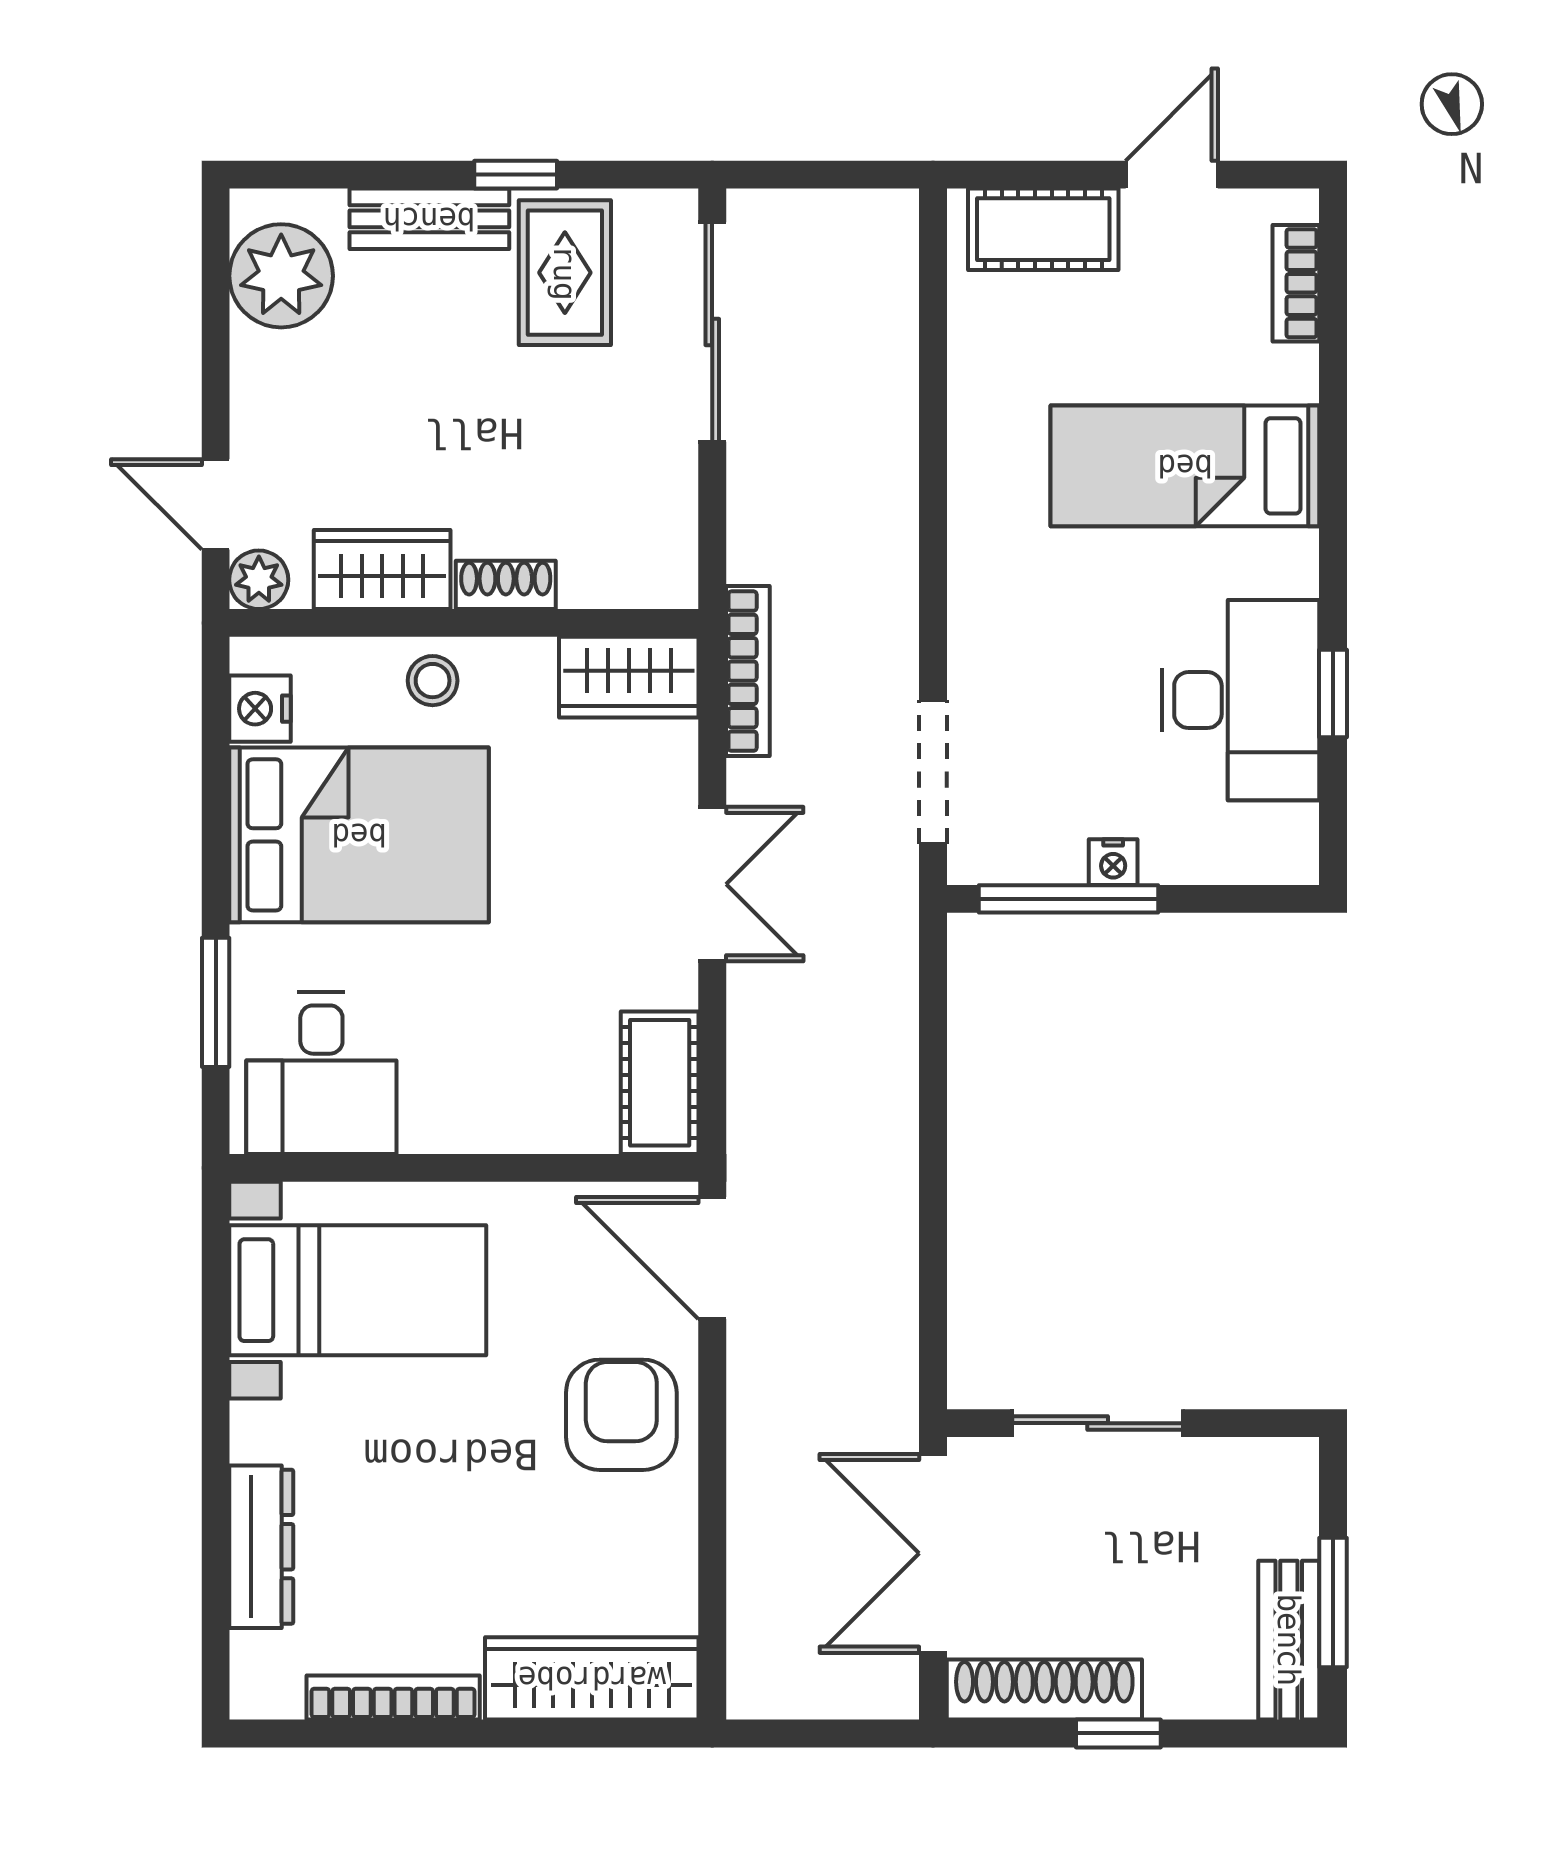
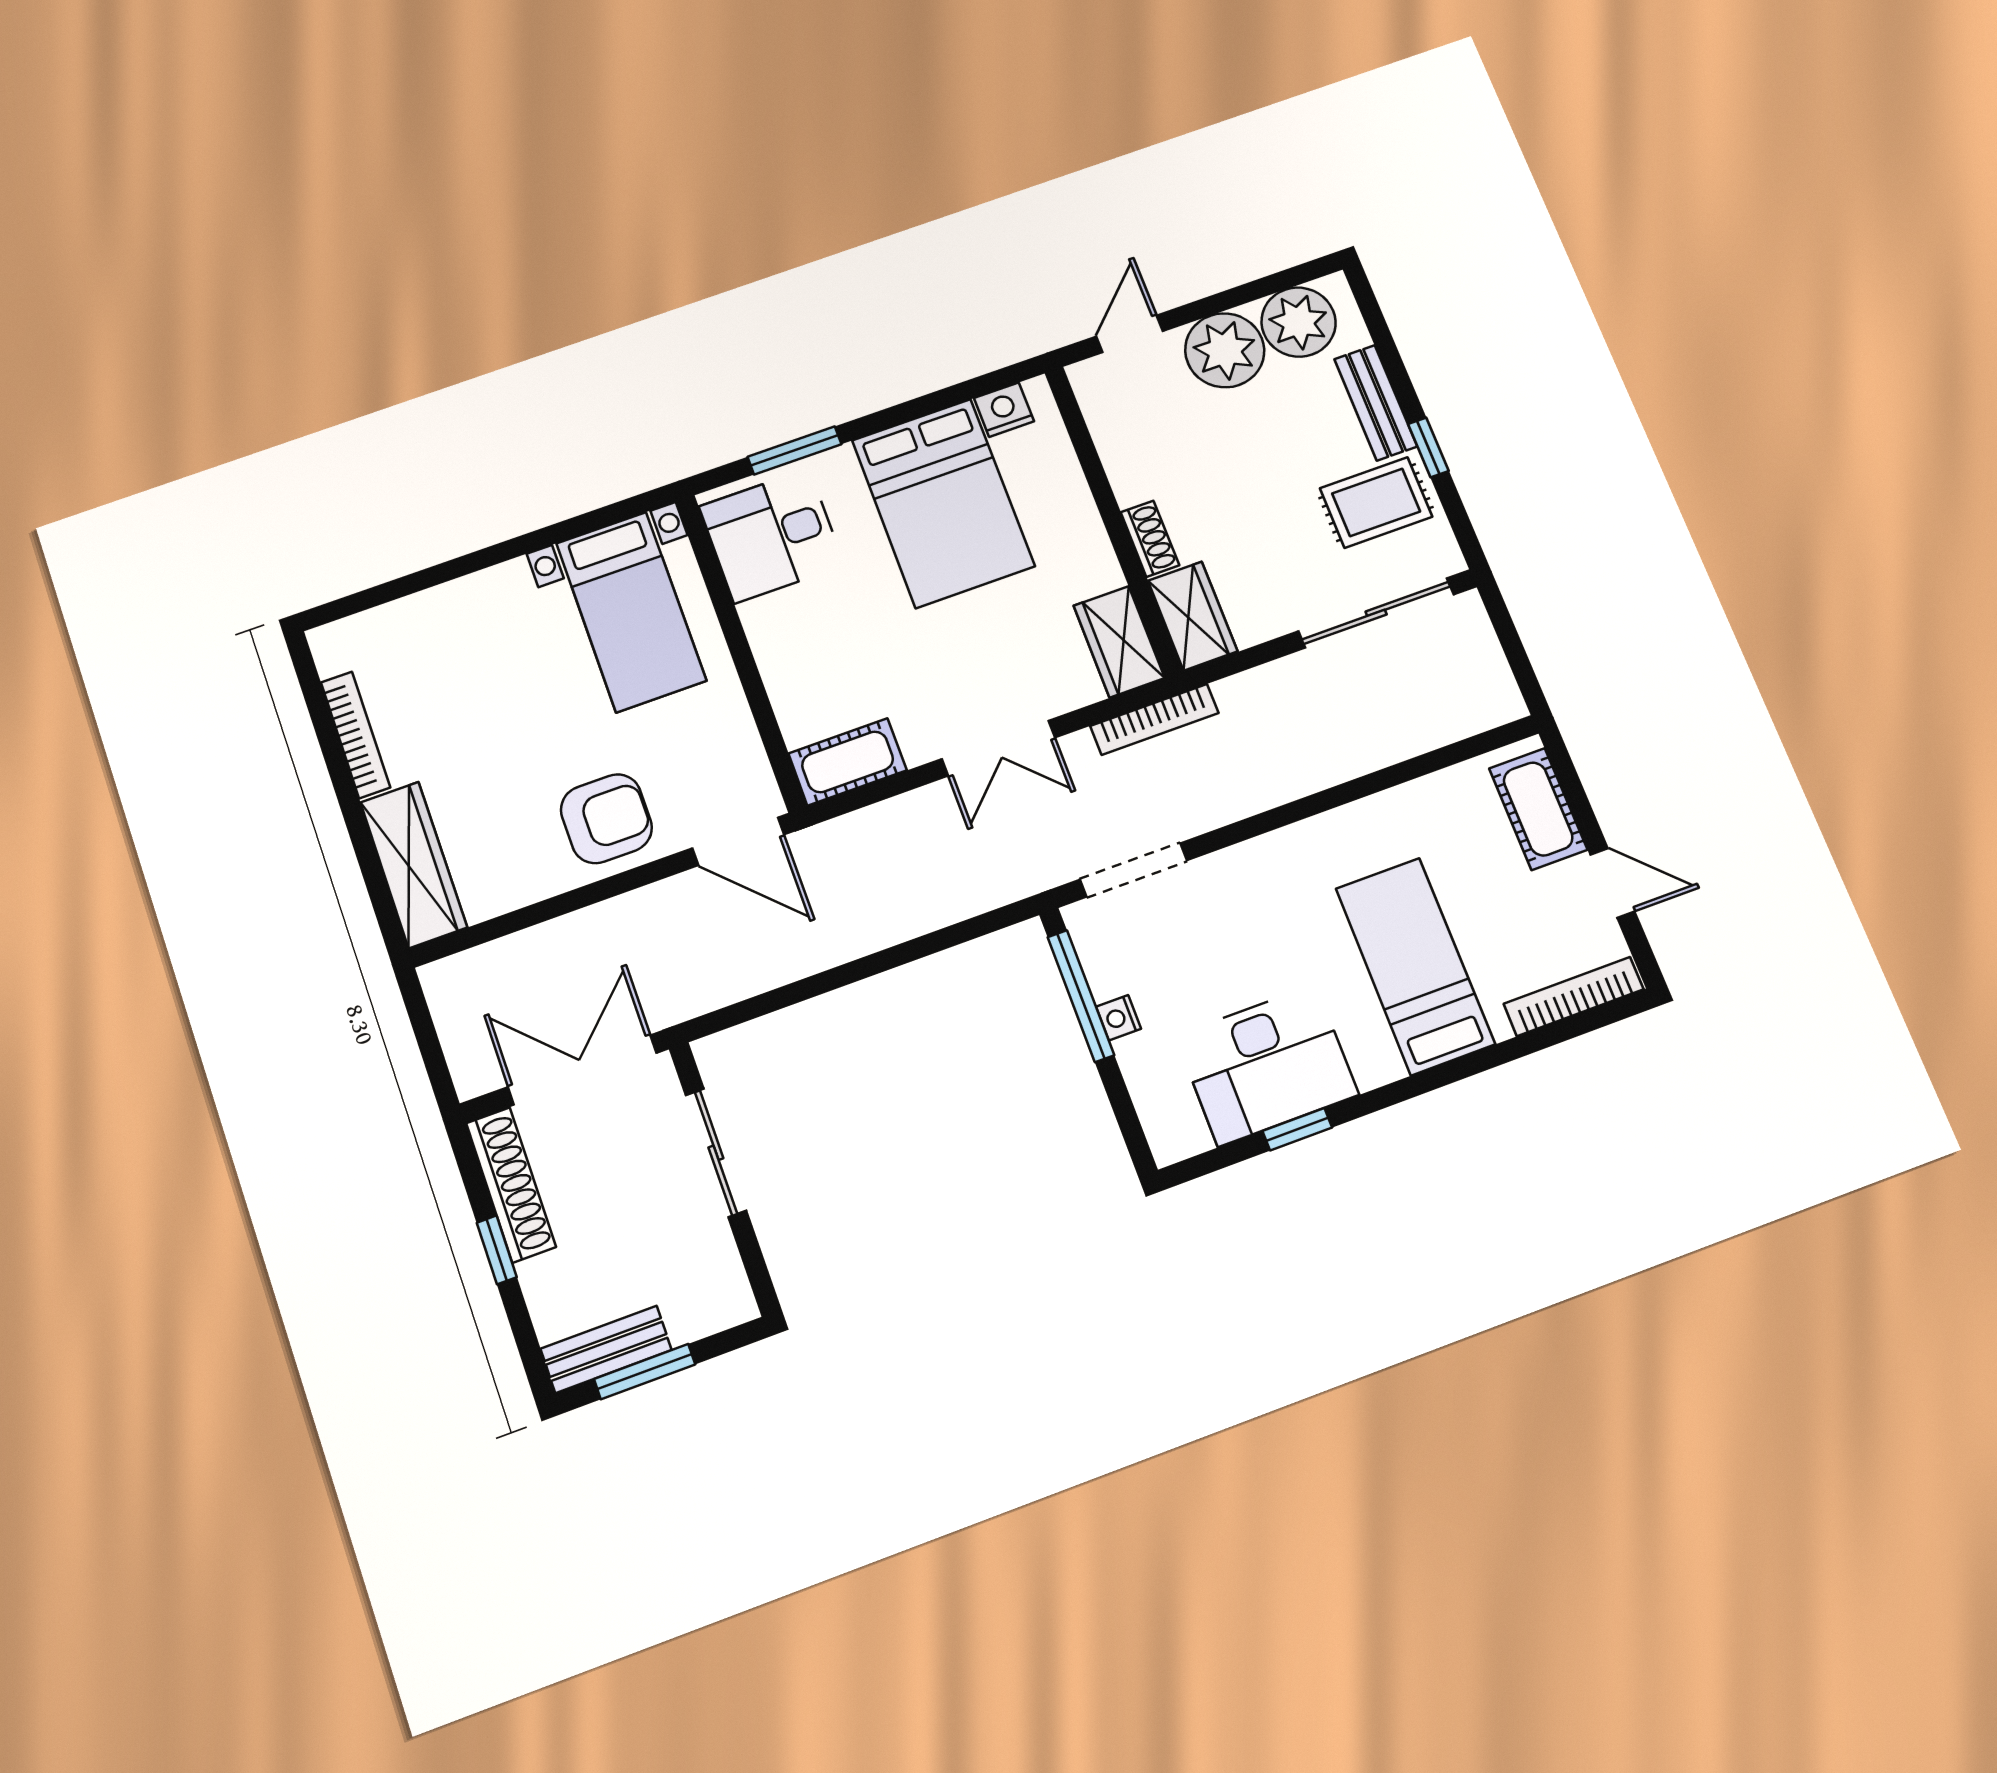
bookcase: (1296, 283) -> (1574, 997), width x1.56
wardrobe: (382, 570) -> (1193, 616), moved
plant: (259, 580) -> (1225, 350), moved, width x1.87, depth x1.87
stool: (433, 681) -> (1066, 514), removed
door: (712, 1258) -> (738, 841), swing flipped
dresser: (261, 1547) -> (431, 610), removed

